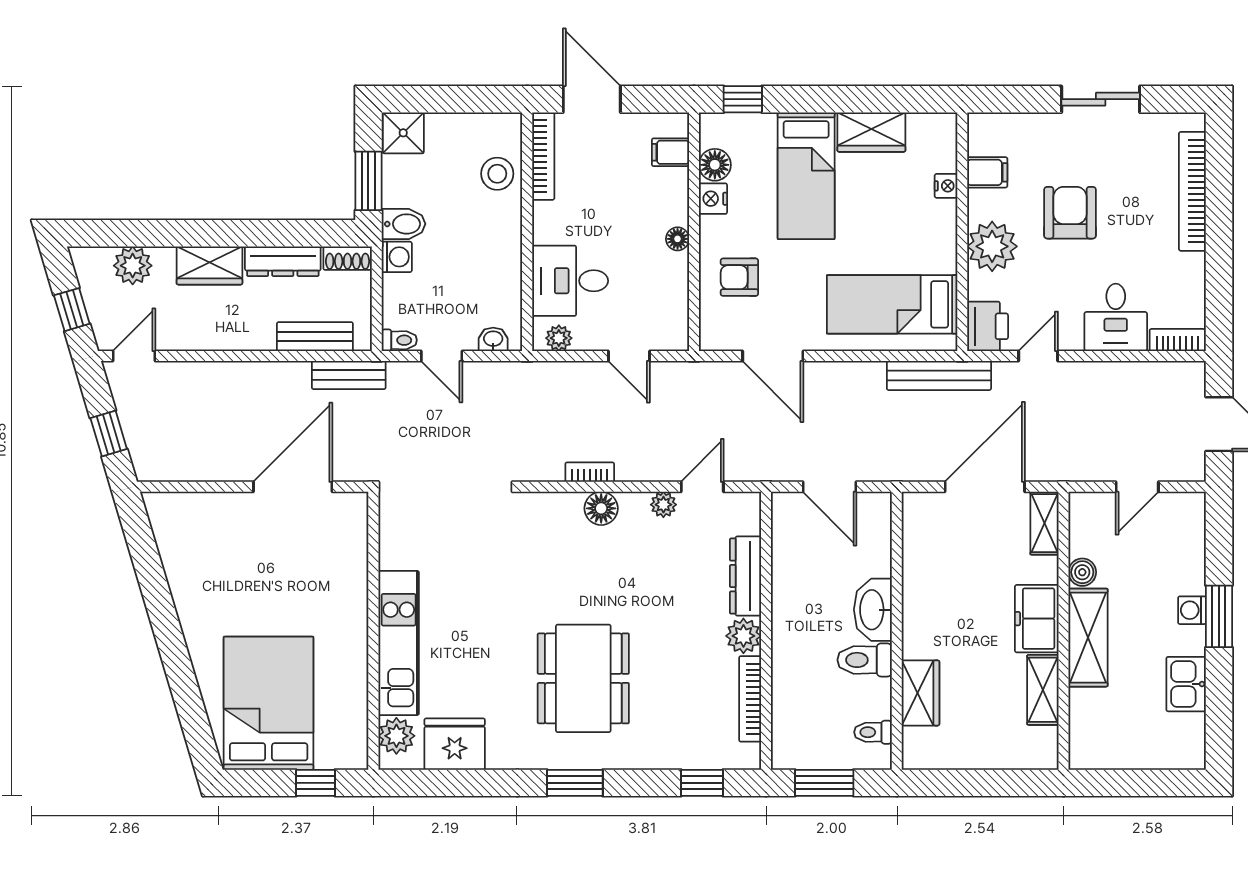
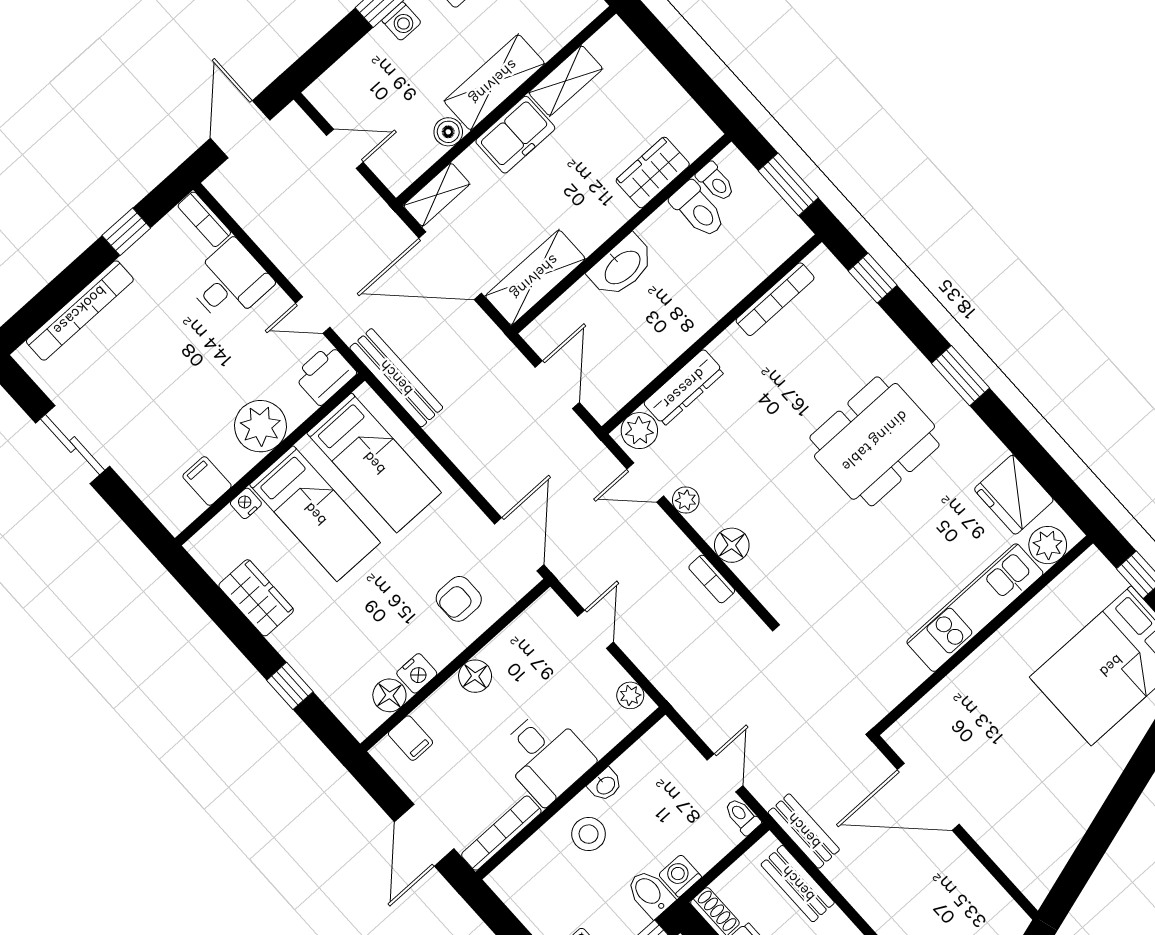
window: (743, 99) -> (290, 686), moved
stool: (497, 174) -> (589, 834), moved
bed: (806, 176) -> (315, 514), moved, turned 90
armchair: (1070, 213) -> (181, 390), removed
floor lamp: (678, 239) -> (475, 676), width x1.37, depth x1.37
window: (1219, 276) -> (126, 232), added
armchair: (739, 277) -> (459, 599), turned 90
desk: (570, 281) -> (545, 756), moved
washbasin: (493, 339) -> (605, 785), moved, turned -90
door: (773, 356) -> (519, 544), moved
shelving: (921, 540) -> (535, 277), added
plant: (743, 636) -> (639, 431), moved
toilet: (865, 660) -> (698, 210), moved

